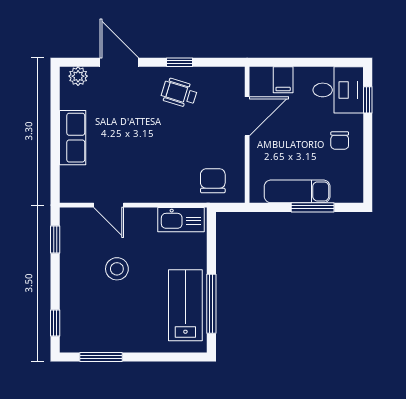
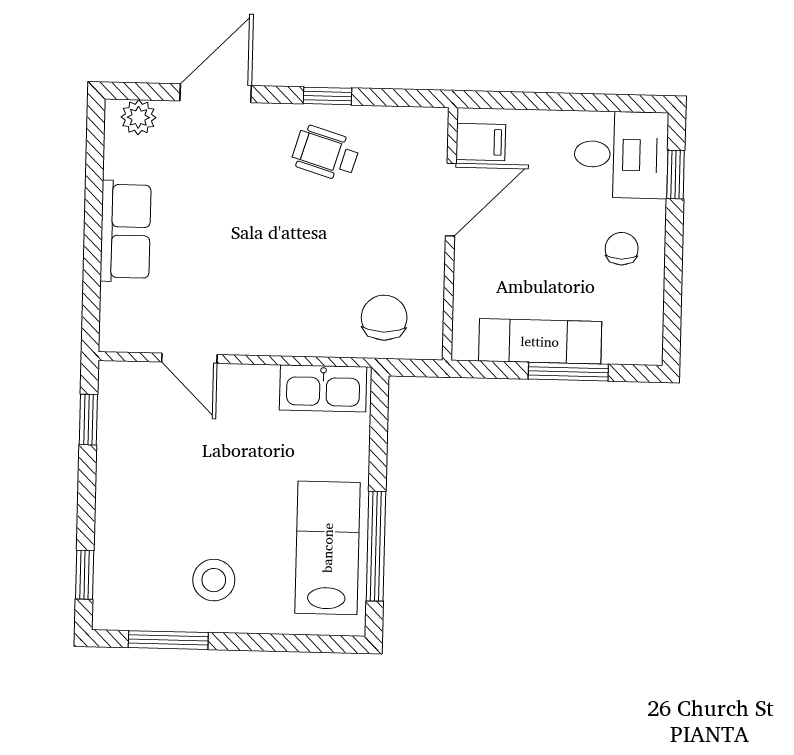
door: (119, 62) -> (216, 93), hinge flipped
filing cabinet: (283, 80) -> (481, 142), moved, turned -90
chair: (340, 141) -> (622, 249), turned 180
stool: (117, 269) -> (214, 580), moved

